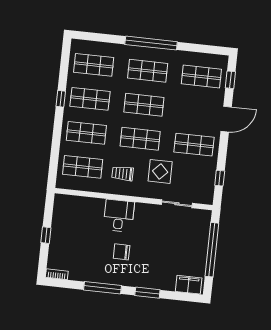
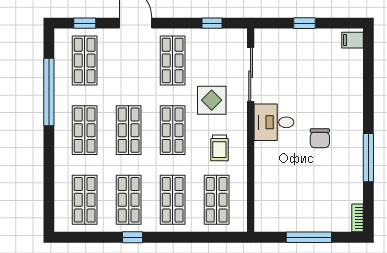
window: (151, 43) -> (49, 92), moved
sliding door: (177, 204) -> (251, 74), width x1.37
desk: (119, 216) -> (274, 122), moved
window: (46, 235) -> (309, 237), width x2.17
window: (212, 250) -> (305, 23), width x0.32
filing cabinet: (189, 285) -> (352, 40), width x0.50
window: (147, 293) -> (368, 99), removed

